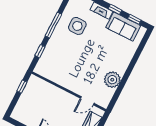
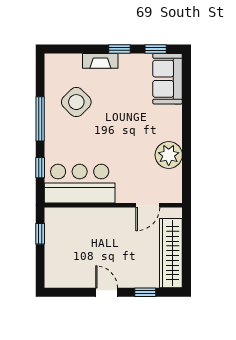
side table: (77, 26) -> (76, 102), turned 45
sofa: (123, 26) -> (168, 79), moved, turned 90
bar counter: (57, 71) -> (80, 184), added

